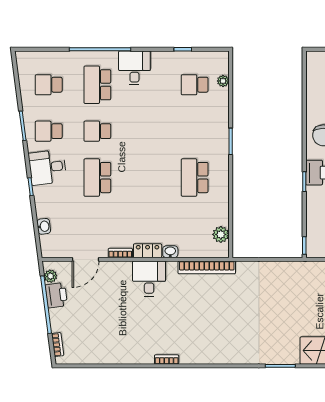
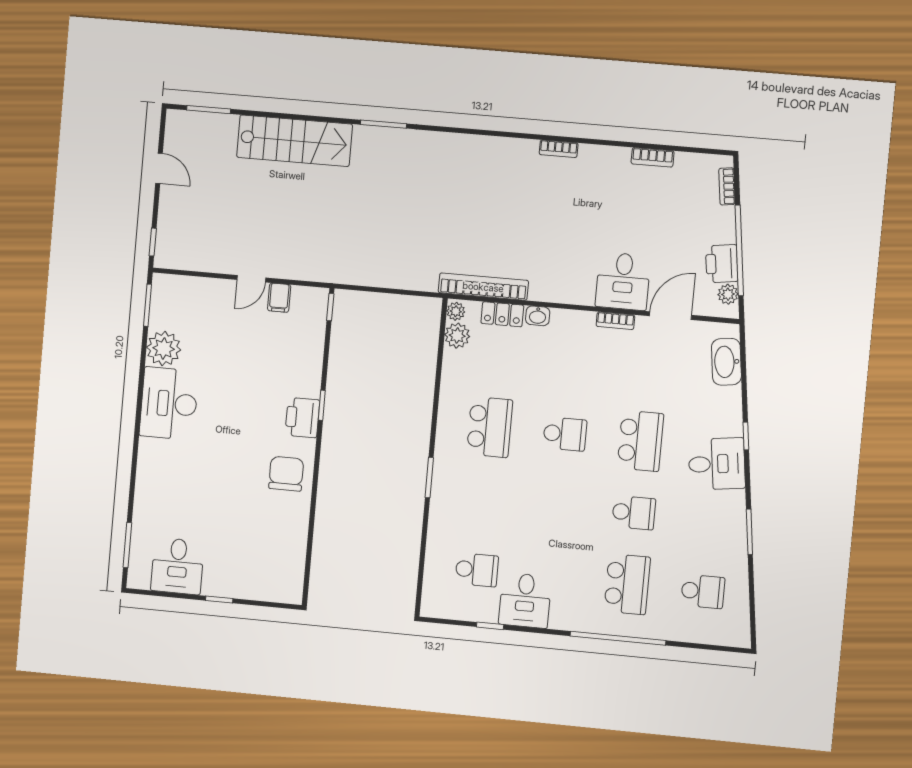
desk: (134, 68) -> (525, 600), moved
plant: (223, 81) -> (456, 311), moved
school desk: (49, 131) -> (565, 434), moved
washbasin: (44, 226) -> (726, 362), width x1.91, depth x1.45
locker: (148, 251) -> (502, 314), moved
desk: (149, 279) -> (623, 281), moved
bookcase: (106, 359) -> (653, 157), added

